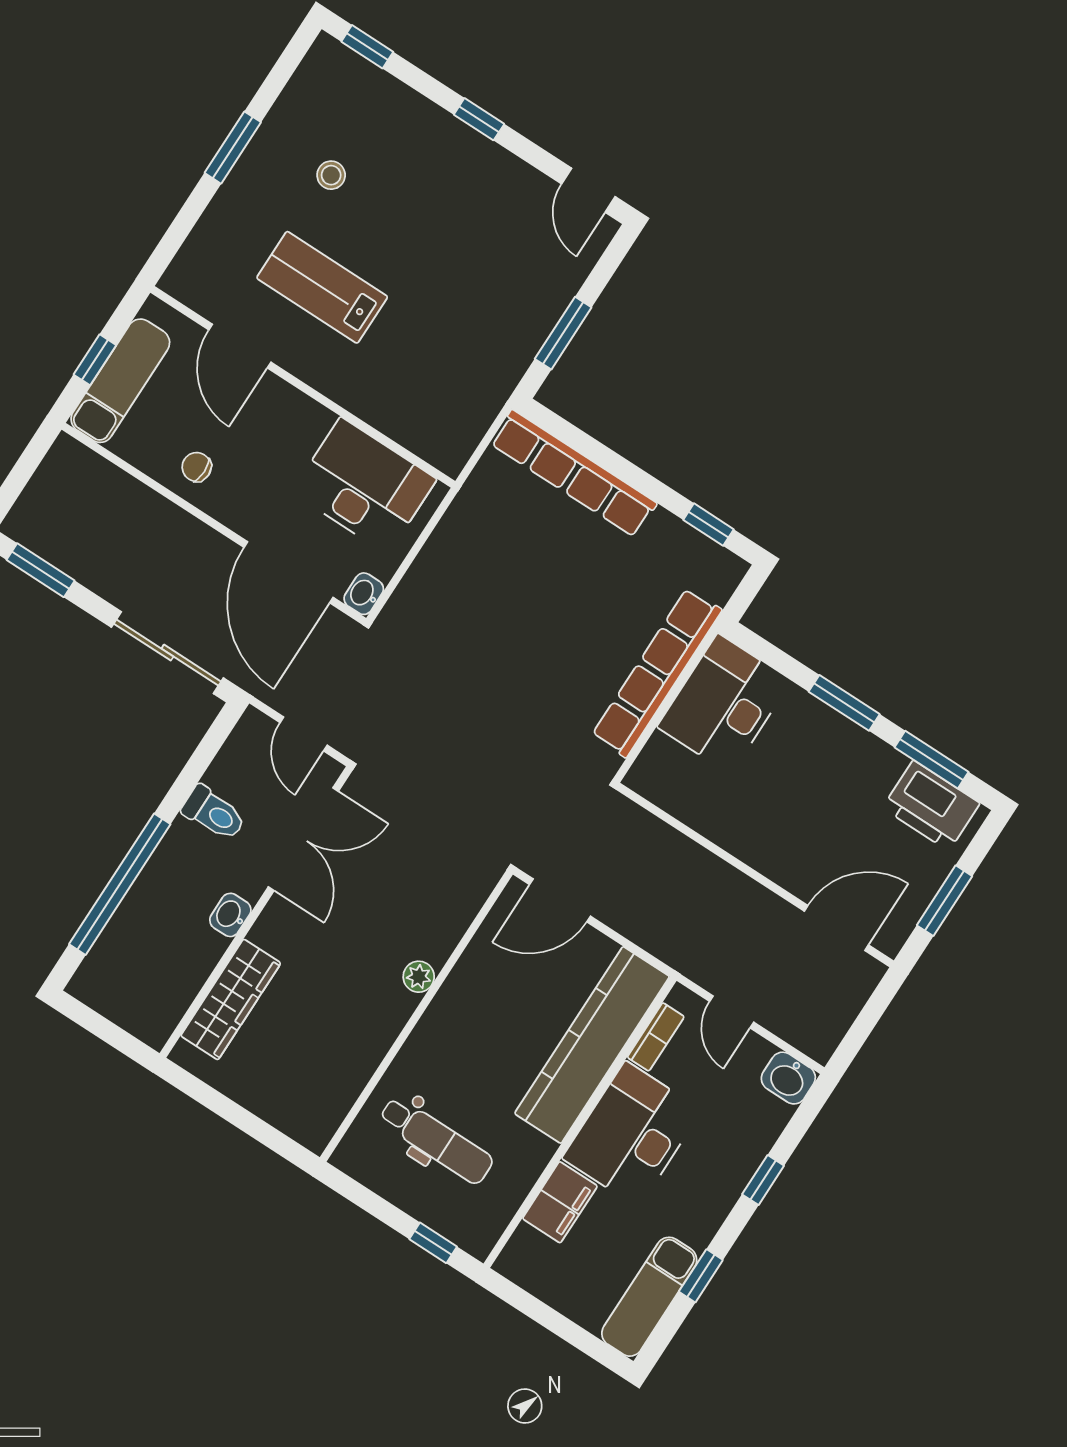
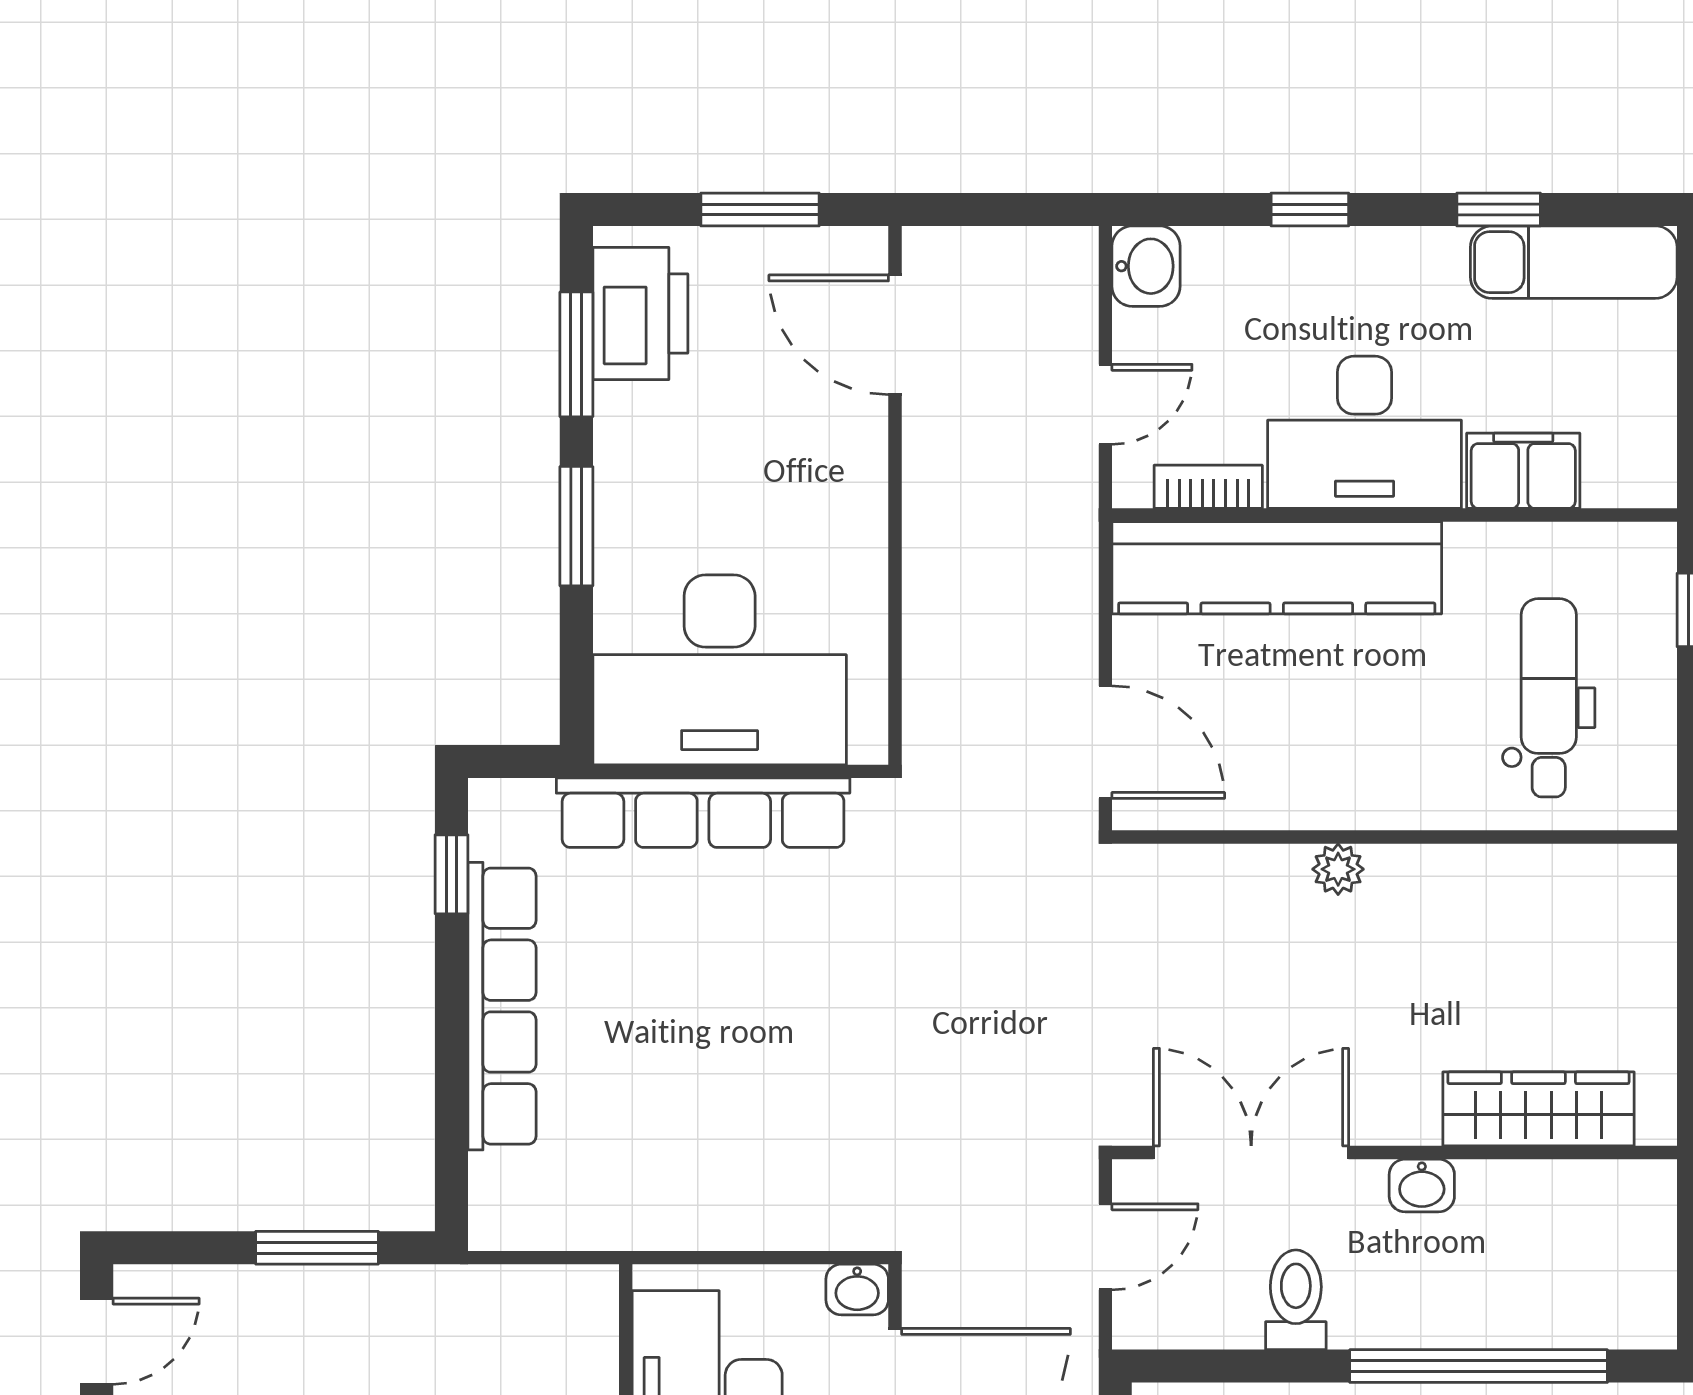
row of seats: (574, 473) -> (502, 1006), moved
desk: (724, 704) -> (720, 670), width x1.36, depth x1.30

